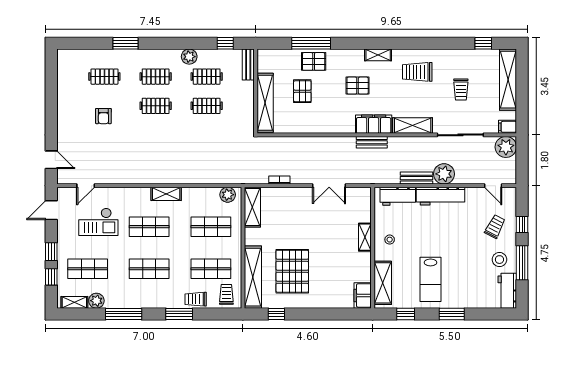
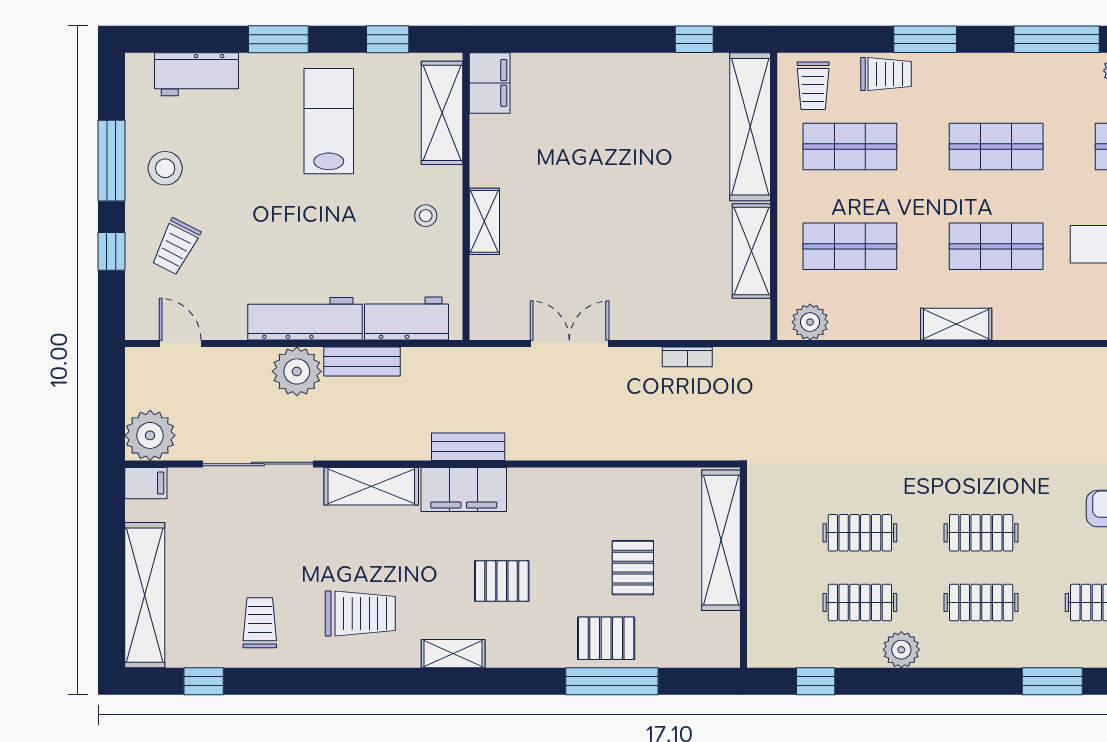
bench: (248, 65) -> (761, 631), removed
trolley: (461, 89) -> (260, 623), moved
shelving: (252, 207) -> (751, 251), moved
pallet: (292, 271) -> (657, 140), removed
workbench: (507, 291) -> (197, 74), moved, turned 90

